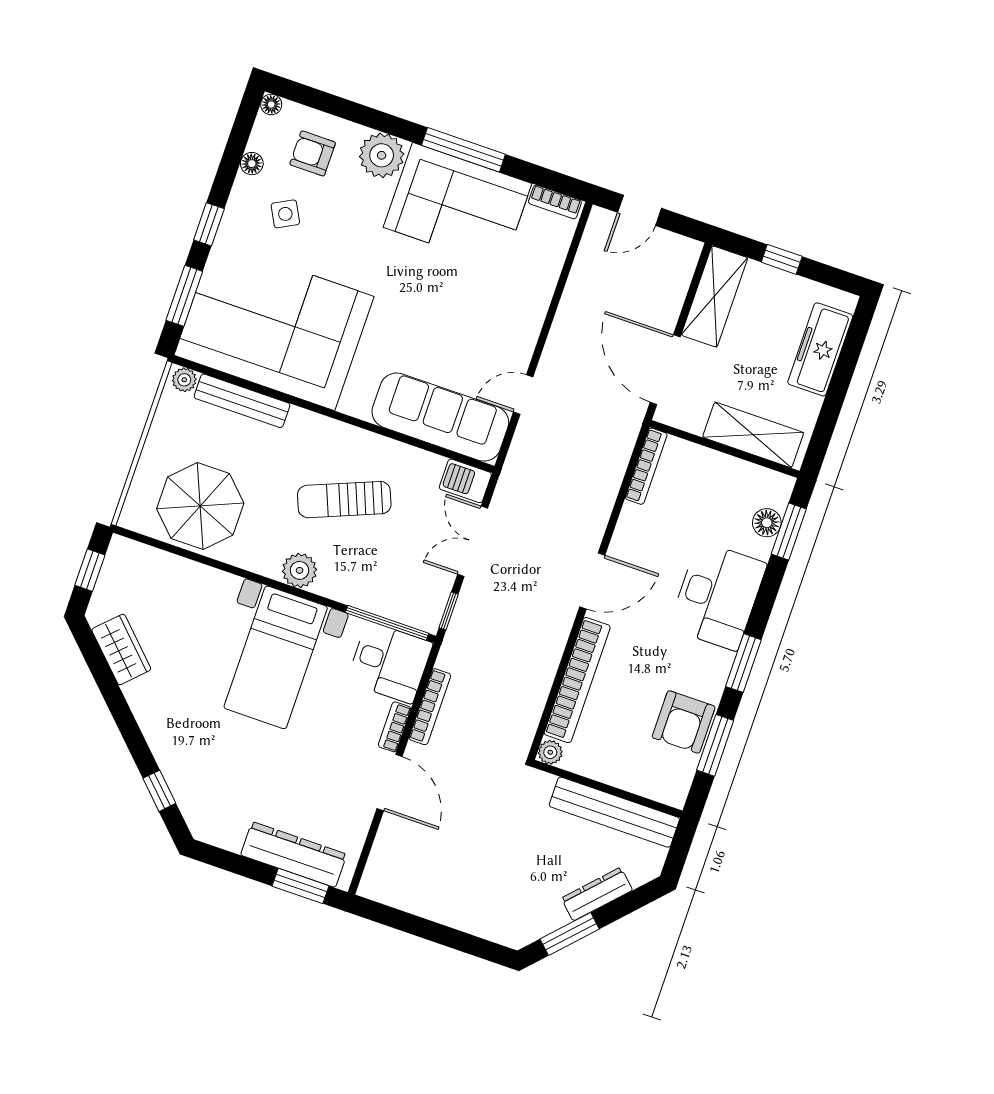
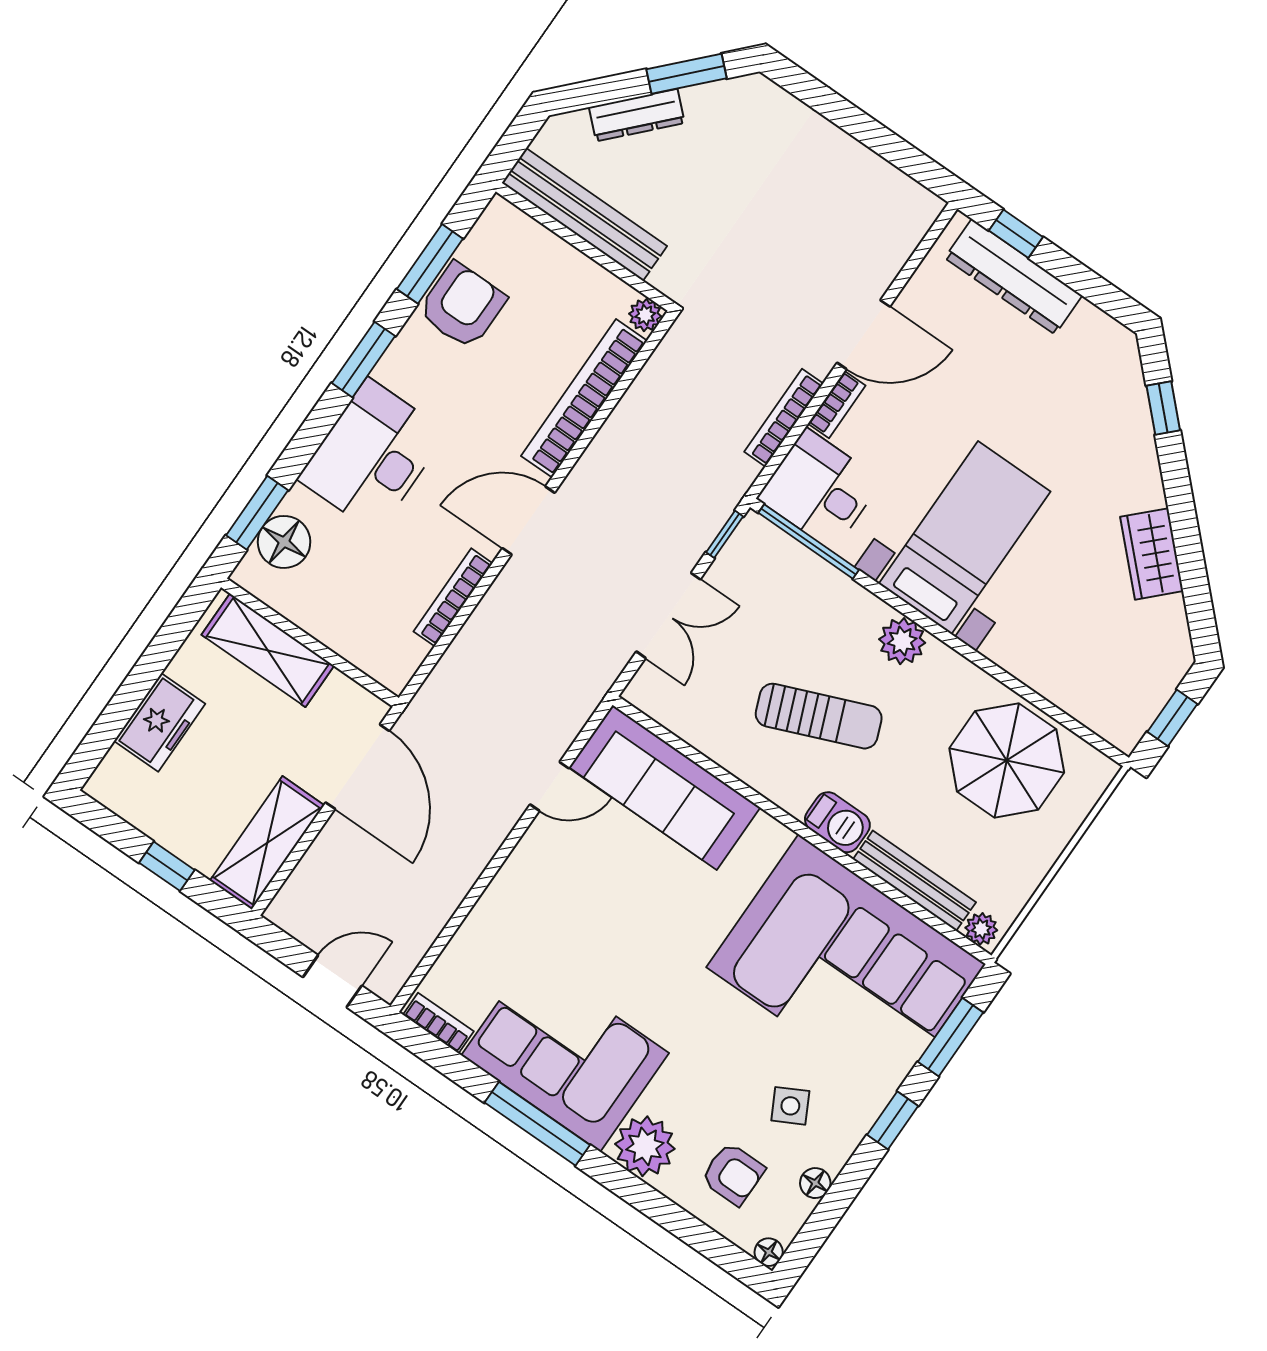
freezer: (820, 349) -> (160, 722), width x0.71
bookcase: (646, 466) -> (453, 597), moved
barbecue: (465, 481) -> (837, 822), moved
floor lamp: (767, 523) -> (284, 542), width x1.38, depth x1.38
wardrobe: (121, 649) -> (1152, 554), moved
door: (390, 783) -> (863, 335), swing flipped
window: (301, 886) -> (1016, 234), width x0.67

